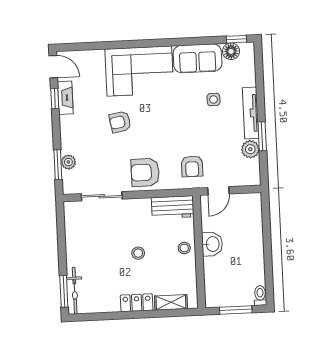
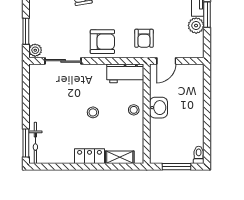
plant: (68, 162) -> (35, 50), moved
armchair: (145, 172) -> (102, 42), turned 180

